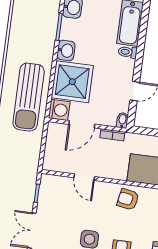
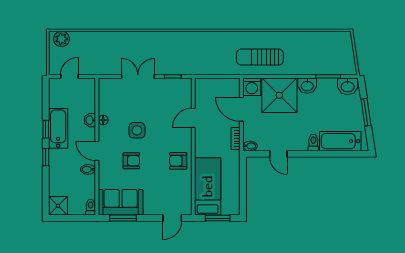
sun lounger: (29, 97) -> (260, 57), width x0.73, depth x0.75
armchair: (128, 199) -> (178, 161), turned -100

